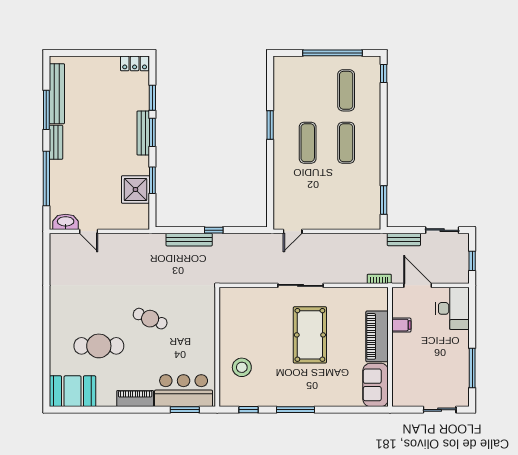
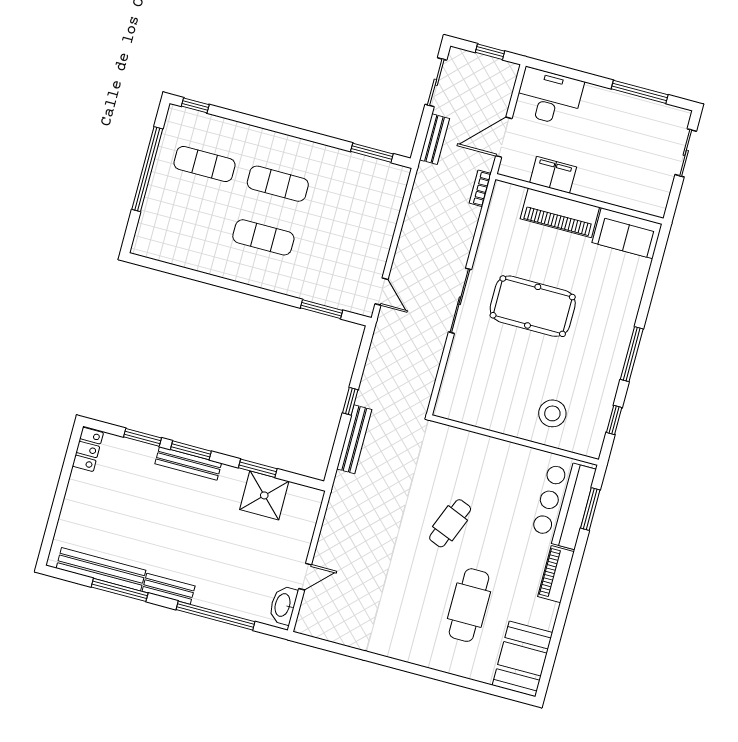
window: (270, 125) -> (322, 309), moved
filing cabinet: (401, 325) -> (553, 175), width x2.00

